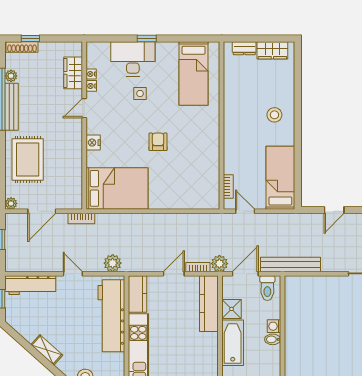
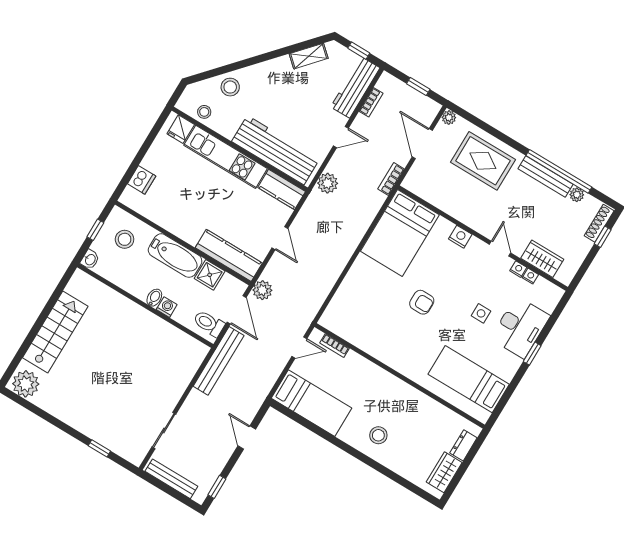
bookcase: (198, 267) -> (371, 102), moved
shelving: (47, 350) -> (309, 56), moved

